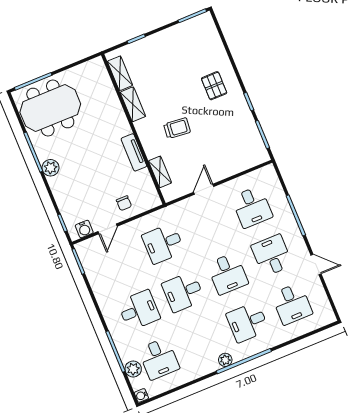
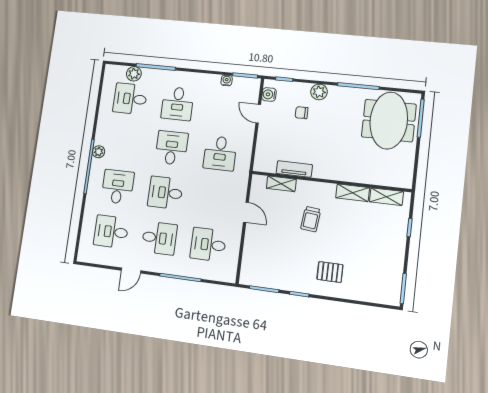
tv unit: (134, 152) -> (294, 169), moved
plant: (50, 168) -> (319, 92), moved
chair: (124, 203) -> (302, 113), moved
desk: (163, 243) -> (220, 153), turned 180
water cooler: (141, 395) -> (227, 80), moved

